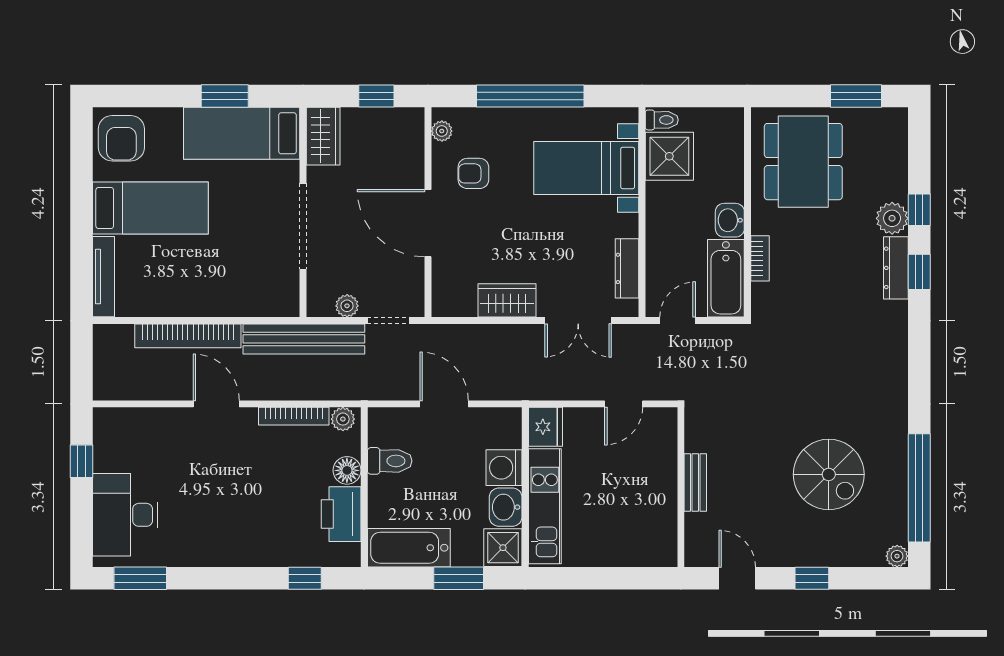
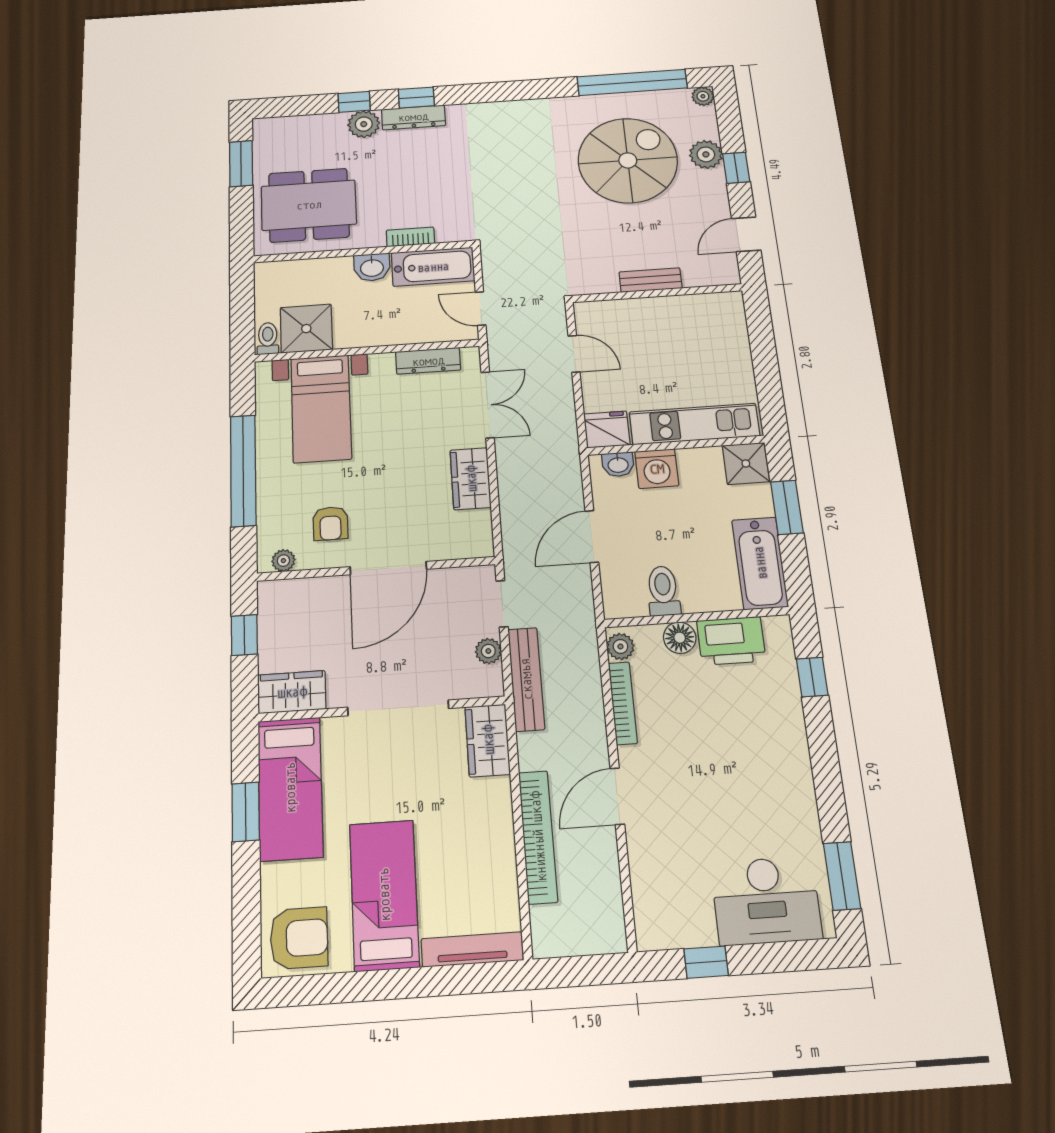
wardrobe: (270, 300) -> (488, 740), added
bench: (304, 339) -> (526, 679), width x0.73, depth x0.82
spiral stairs: (829, 474) -> (628, 160), width x1.37, depth x1.37
washbasin: (506, 507) -> (618, 464), moved, width x0.72, depth x0.69
plant: (829, 551) -> (706, 154), added

